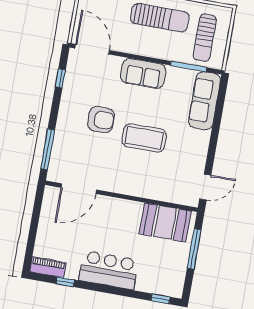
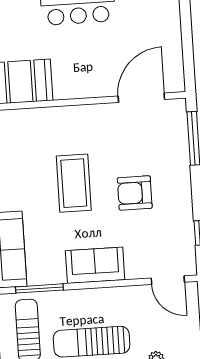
door: (92, 49) -> (168, 280), width x0.73
coffee table: (144, 138) -> (74, 183), turned 90

